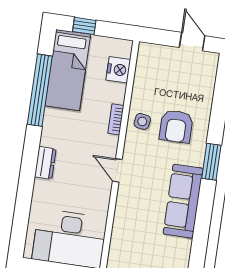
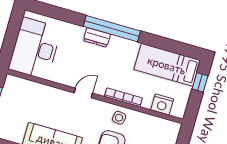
window: (40, 90) -> (112, 29), moved
bookcase: (116, 119) -> (123, 97), width x1.56

